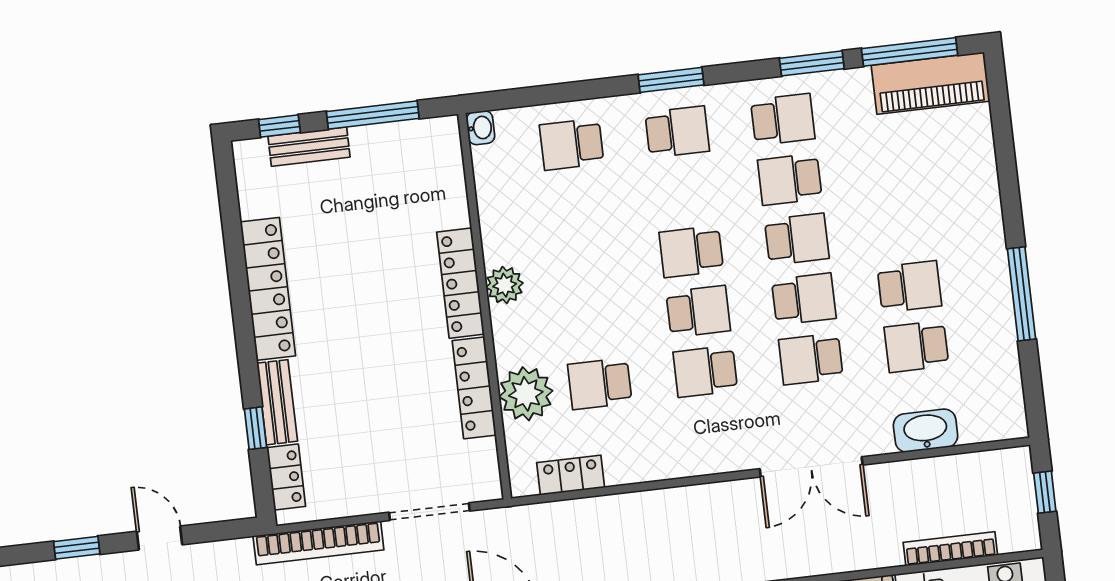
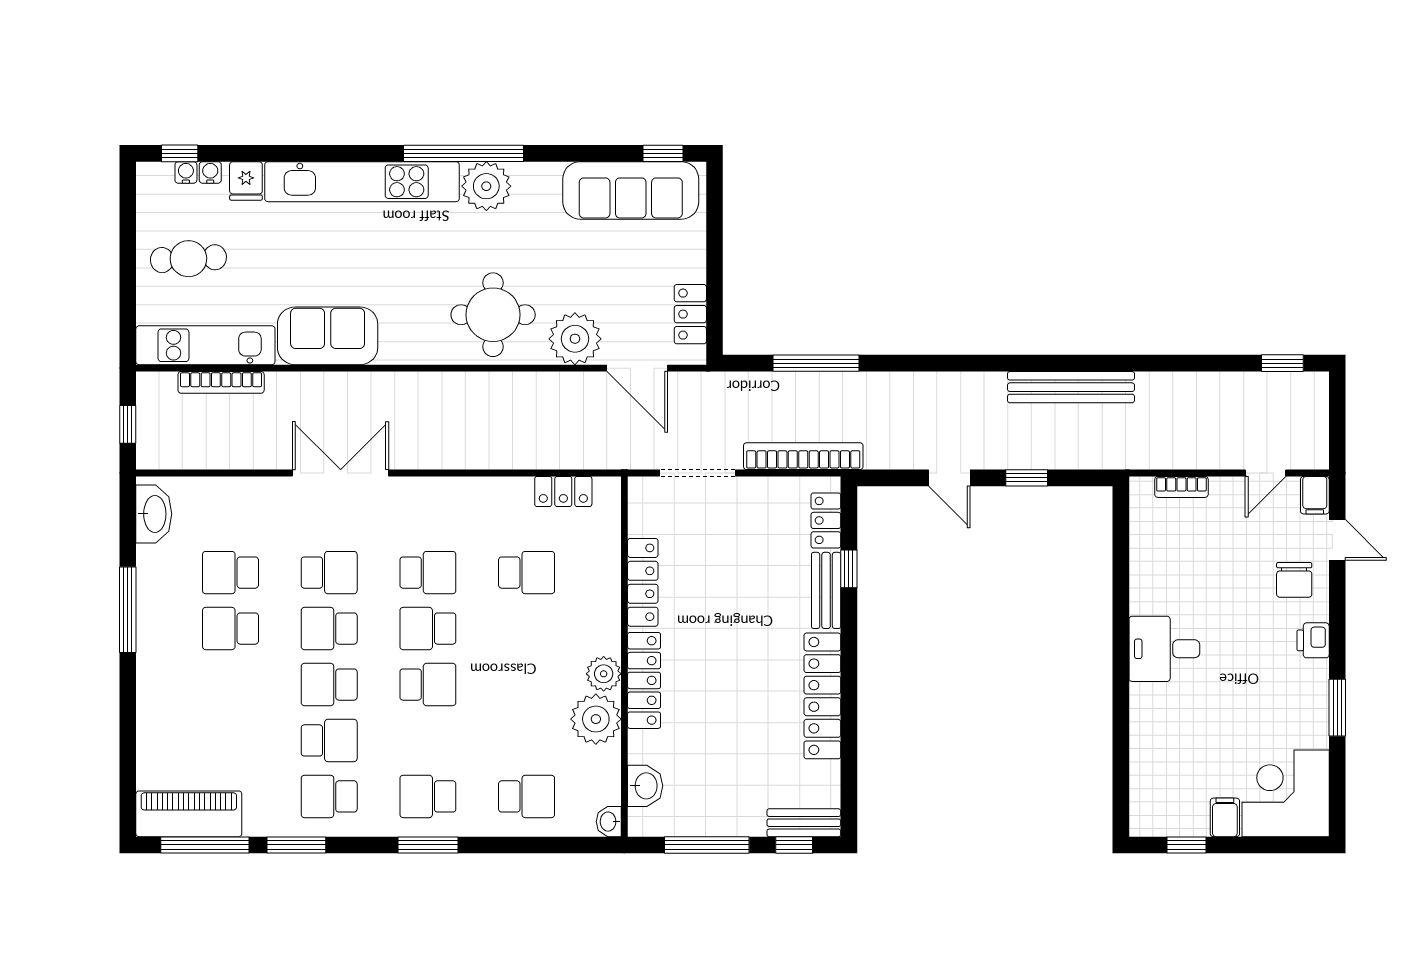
bench: (309, 147) -> (804, 823), moved
washbasin: (446, 170) -> (645, 786), added
school desk: (916, 346) -> (230, 573), turned 180
plant: (526, 394) -> (596, 719), moved
washbasin: (926, 431) -> (154, 514), moved, turned -90

